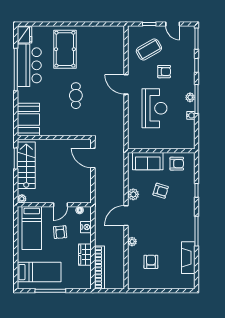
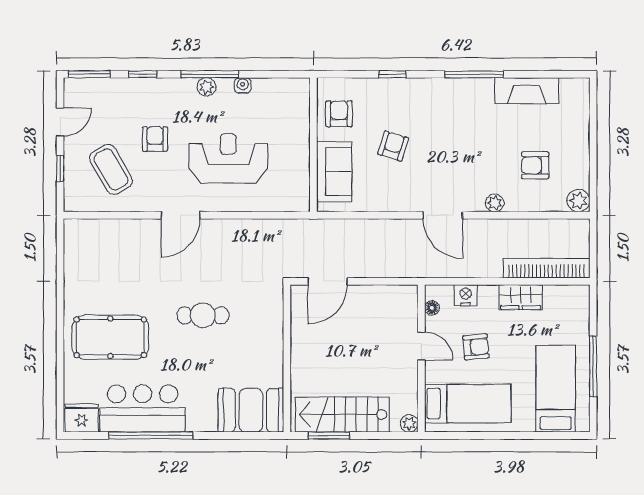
plant: (133, 194) -> (578, 201), moved

